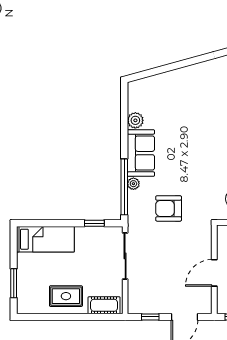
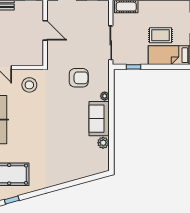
window: (124, 187) -> (111, 94), removed
door: (214, 273) -> (45, 30), hinge flipped
rug: (66, 296) -> (160, 35), moved

